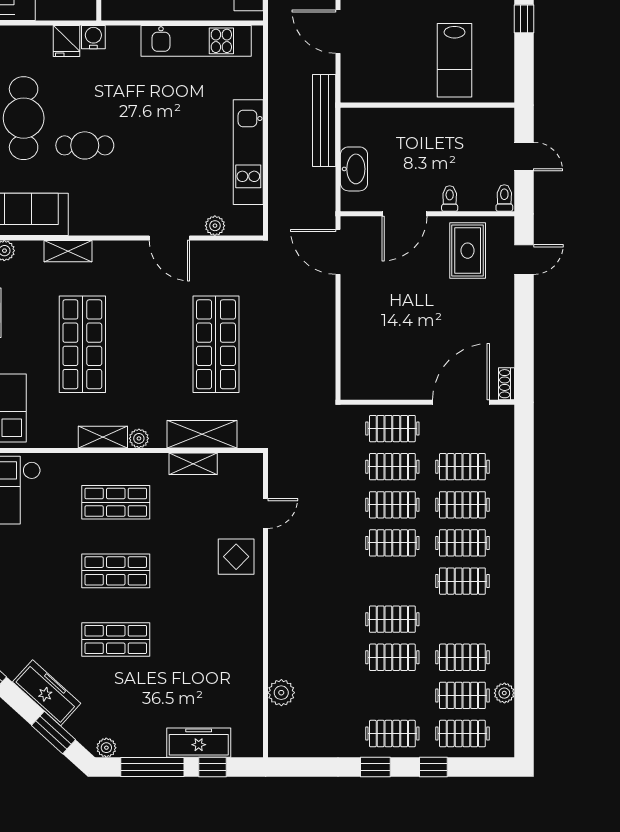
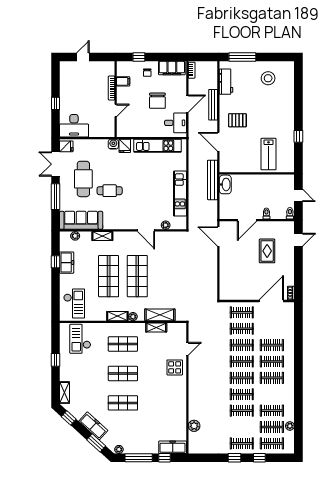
fridge: (67, 41) -> (125, 146), moved
washbasin: (354, 169) -> (225, 184), moved
rug: (468, 251) -> (267, 251), moved
shop shelf: (216, 344) -> (137, 276), moved
clothes rail: (462, 467) -> (242, 378), moved
freezer: (199, 743) -> (173, 447), moved

